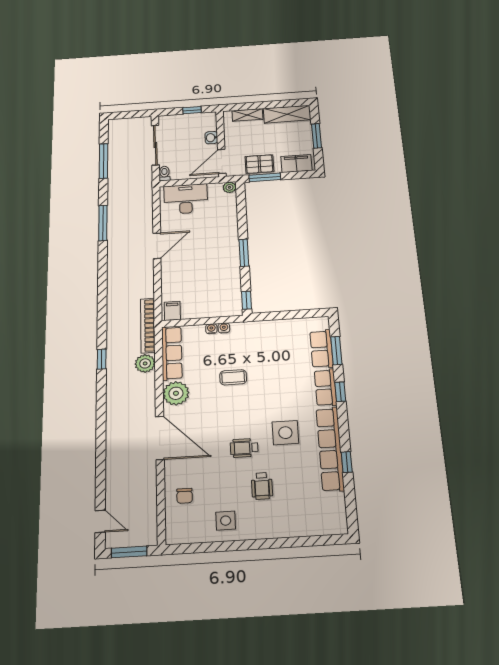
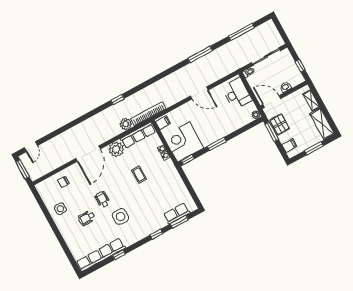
filing cabinet: (296, 164) -> (289, 146), width x0.50
corner desk: (217, 295) -> (184, 142), added
row of seats: (325, 388) -> (155, 226), removed
row of seats: (330, 449) -> (101, 255), moved

